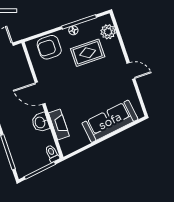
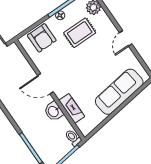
armchair: (49, 47) -> (42, 38), turned -90
door: (131, 71) -> (126, 38), swing flipped

